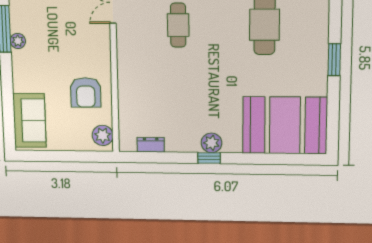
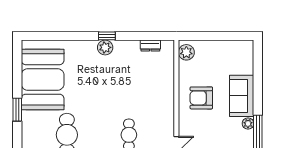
armchair: (86, 92) -> (201, 98), moved, turned -90
sofa: (29, 120) -> (242, 96), moved
booth: (285, 125) -> (43, 79), moved, turned 90

